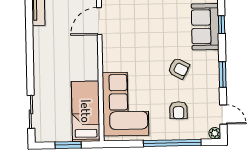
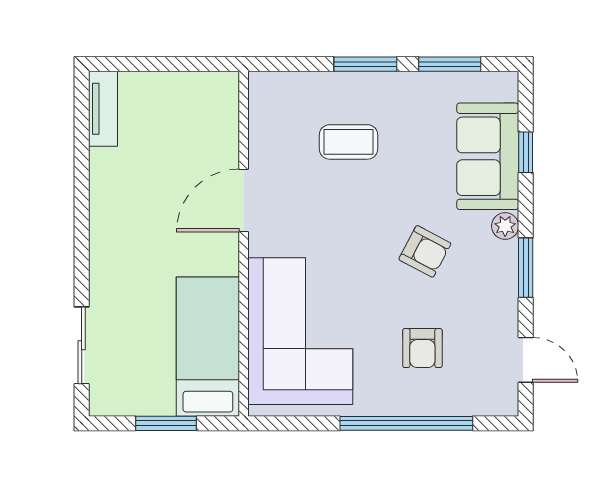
door: (99, 21) -> (244, 200), moved
coffee table: (145, 22) -> (349, 142), added
plant: (215, 133) -> (505, 226), moved

